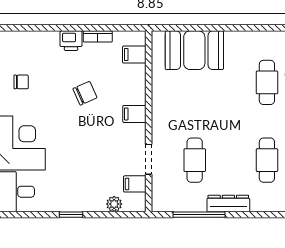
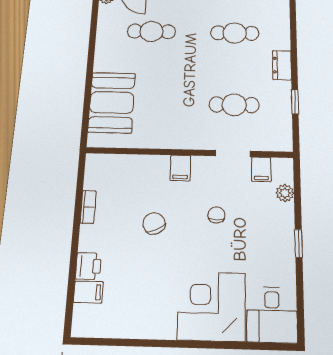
printer: (71, 41) -> (88, 266), moved
filing cabinet: (134, 54) -> (88, 292), moved, turned -90
chair: (21, 82) -> (216, 215), moved
dresser: (228, 203) -> (282, 65), width x0.70
window: (199, 215) -> (295, 102), width x0.46

